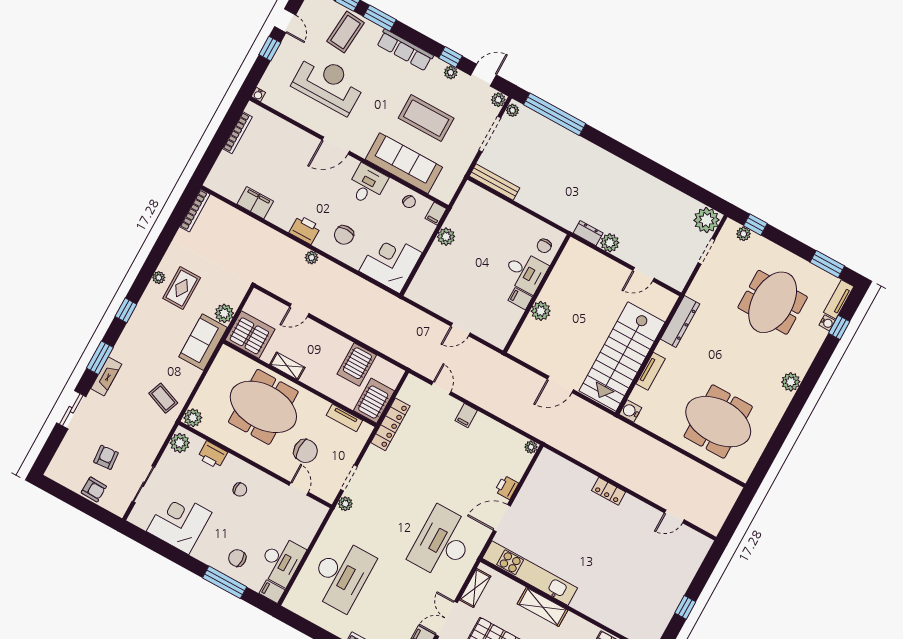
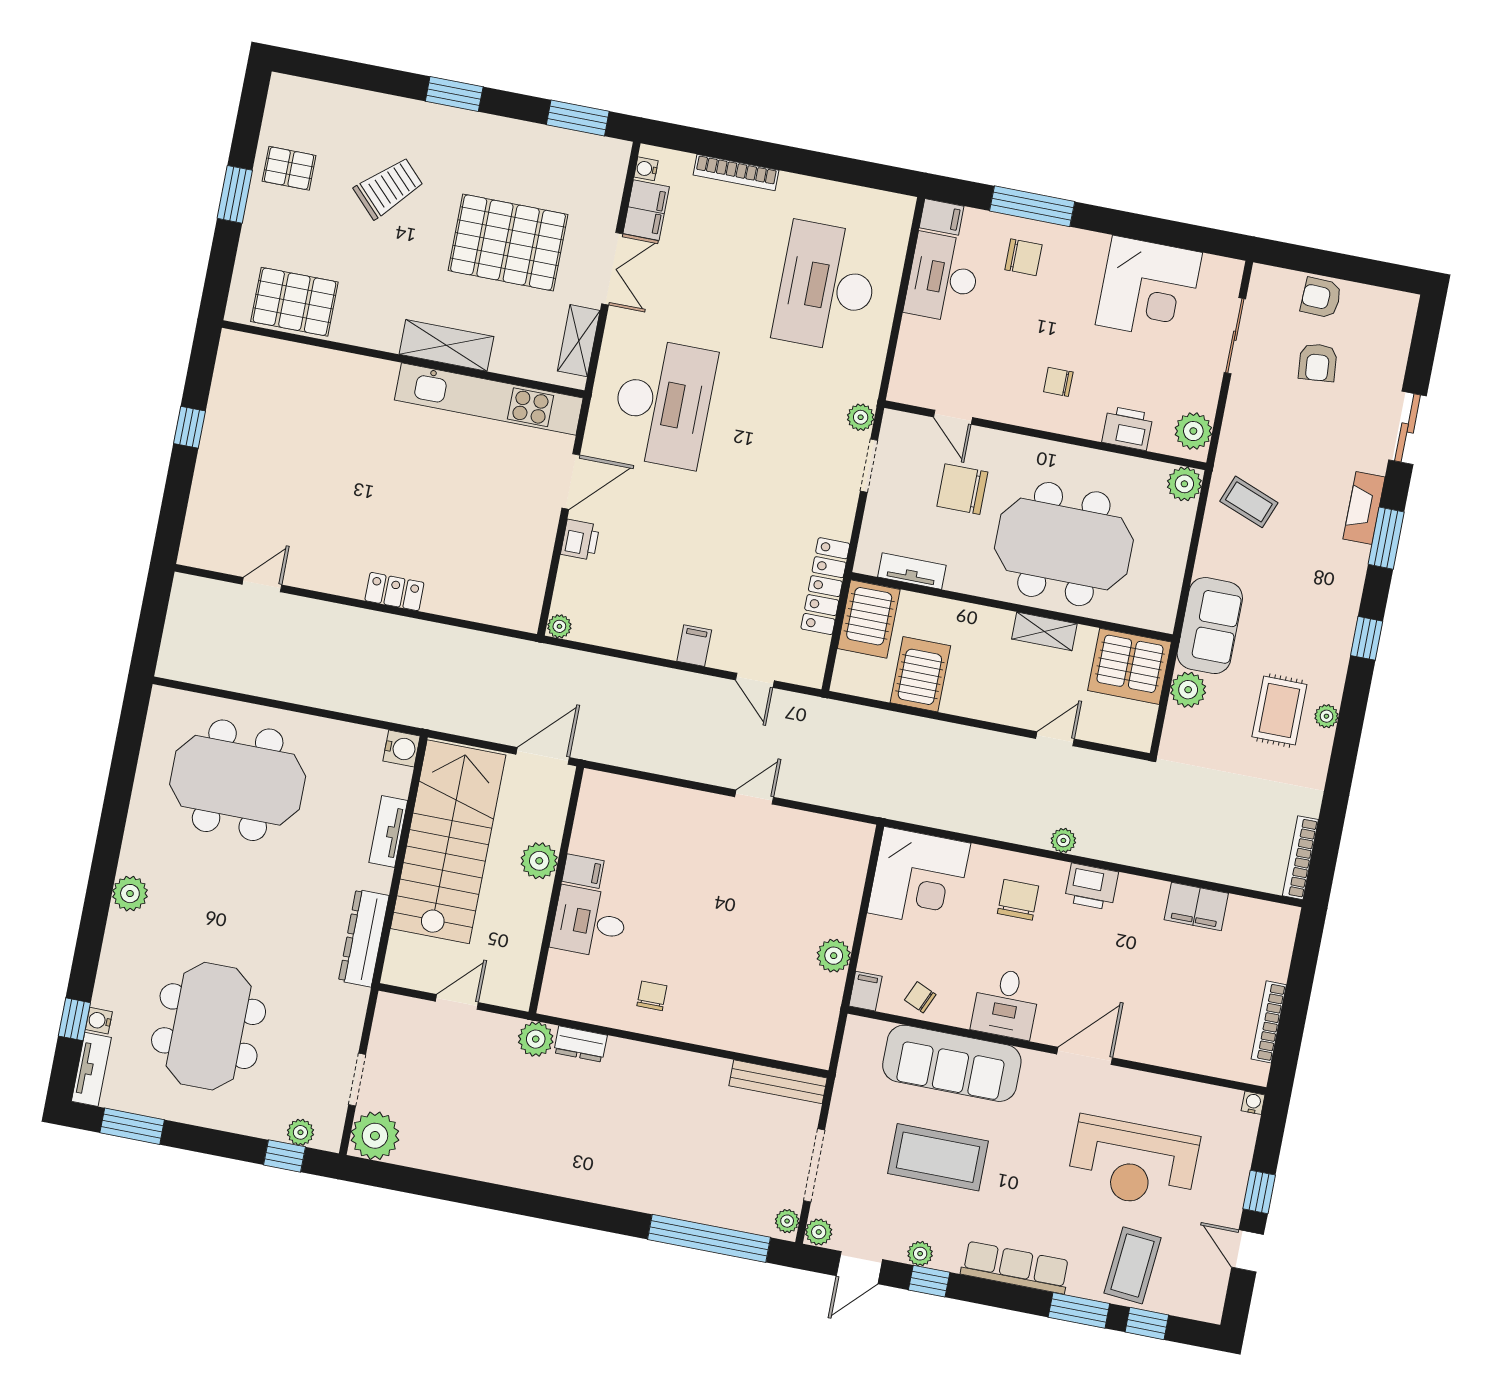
desk: (525, 272) -> (589, 922), moved
wall: (537, 294) -> (556, 890), moved
filing cabinet: (520, 299) -> (583, 871), moved
plant: (541, 311) -> (539, 861), moved

